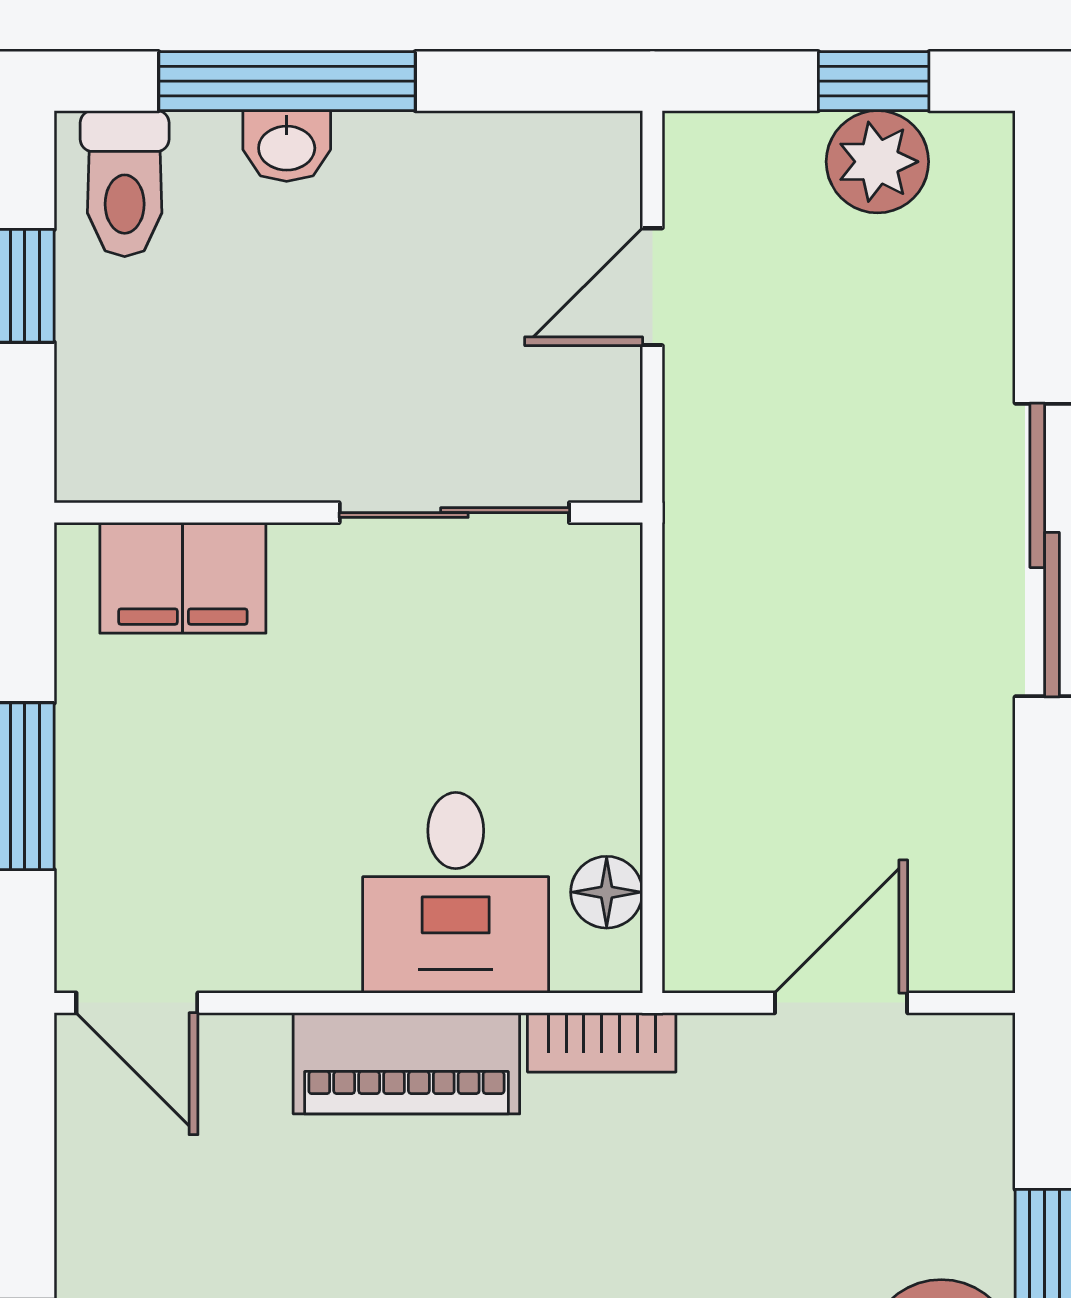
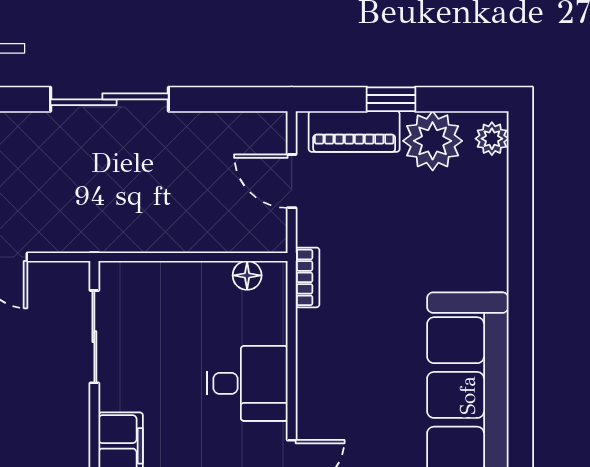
desk: (456, 893) -> (247, 383), moved
piano: (406, 1063) -> (354, 131), moved, turned 90

